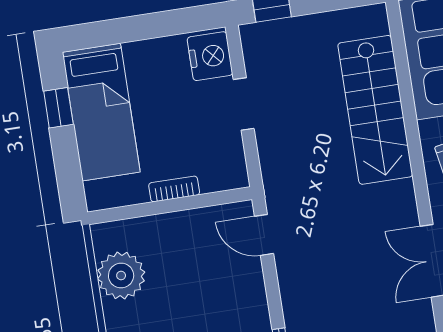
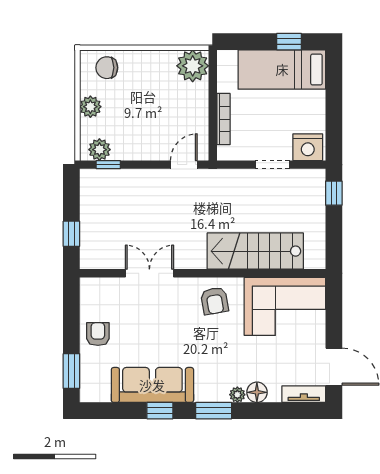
bookcase: (174, 189) -> (224, 119), width x1.56
plant: (121, 275) -> (193, 66), moved

